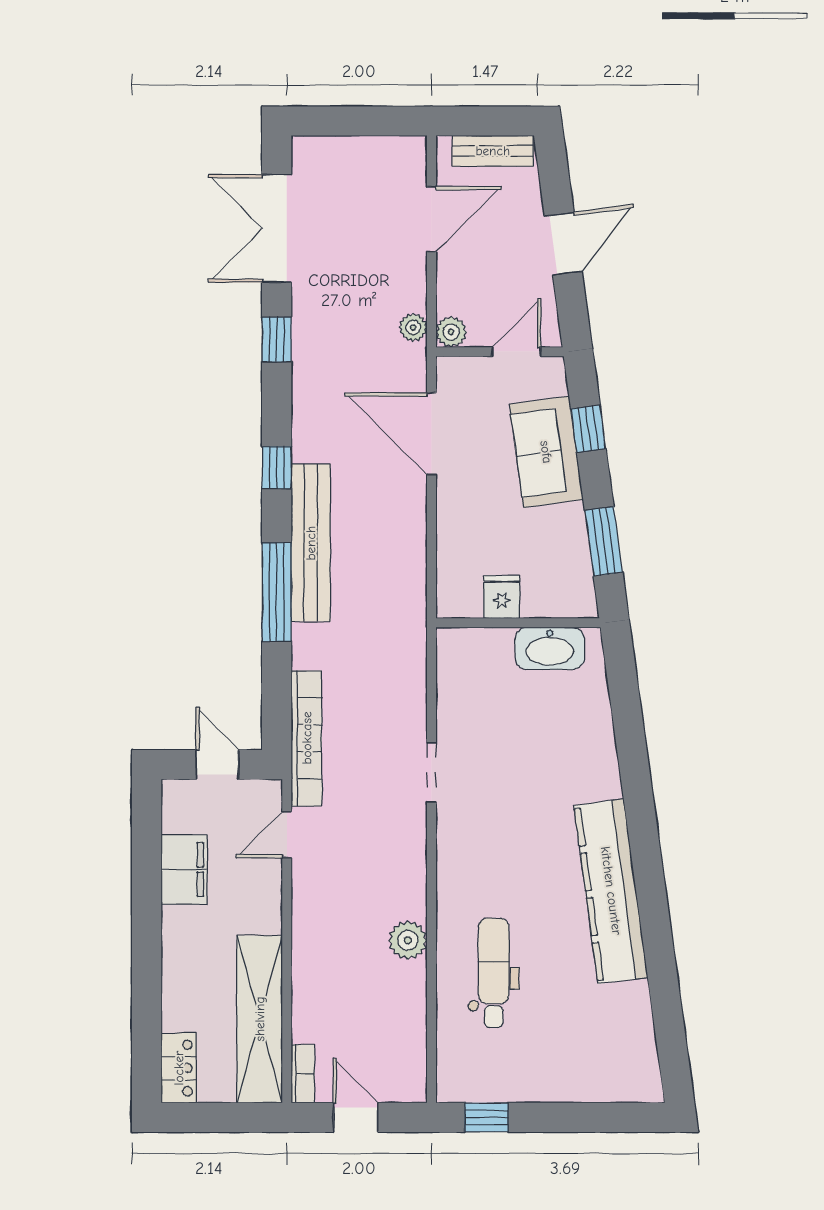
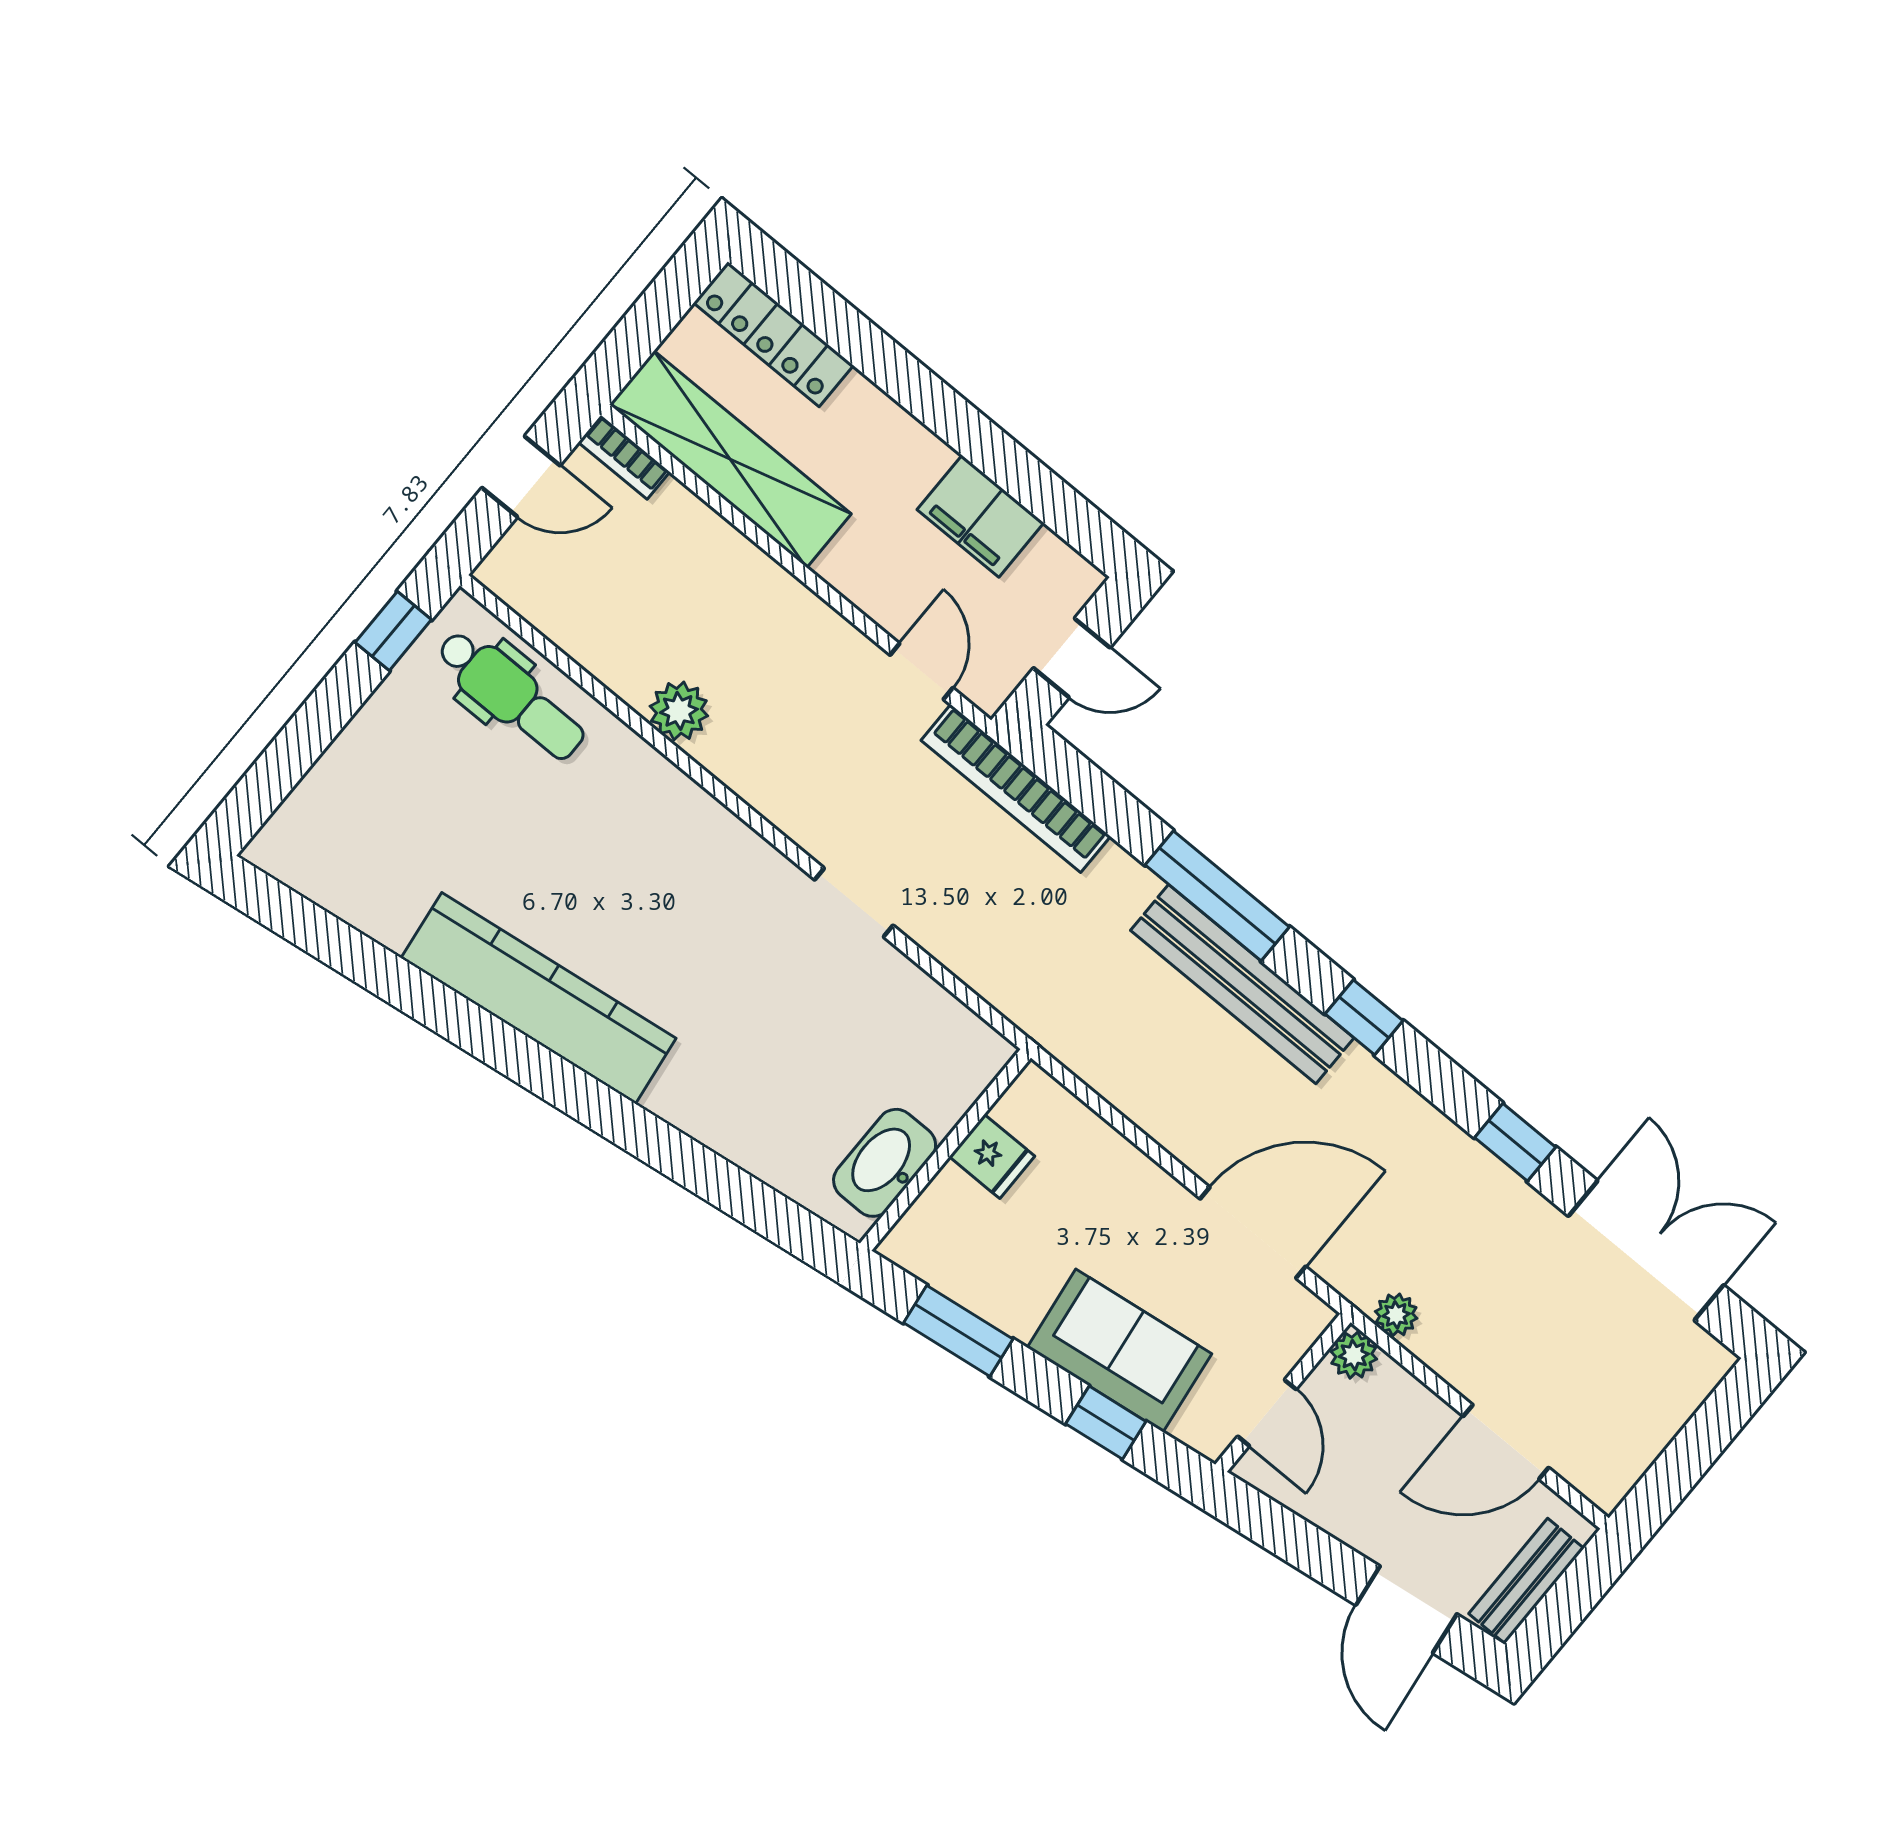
door: (431, 219) -> (1506, 1442), hinge flipped
door: (563, 244) -> (1406, 1610), moved
dental chair: (494, 973) -> (511, 695), moved
locker: (179, 1068) -> (773, 334), width x1.53

